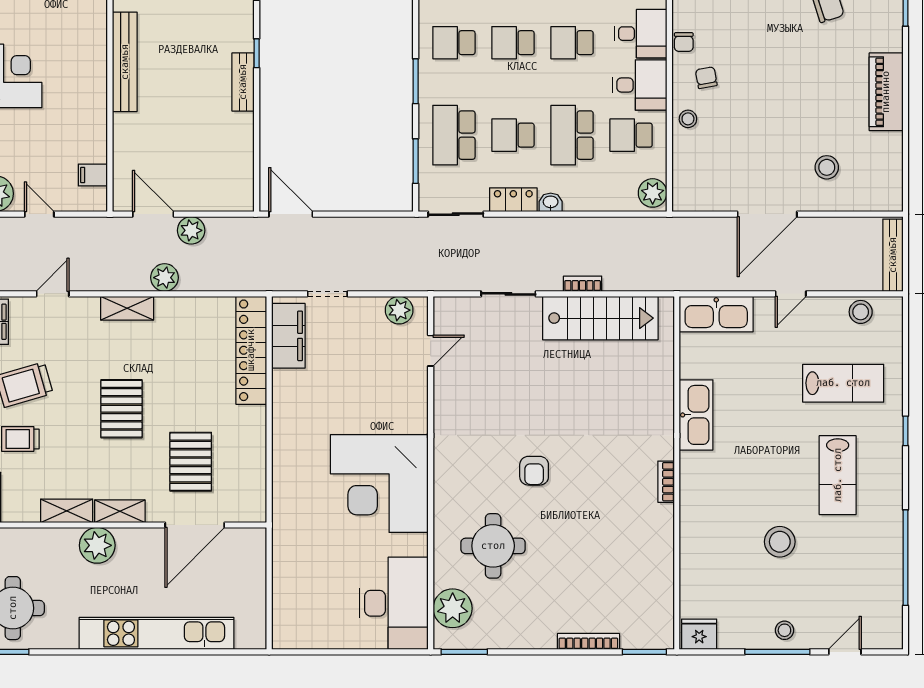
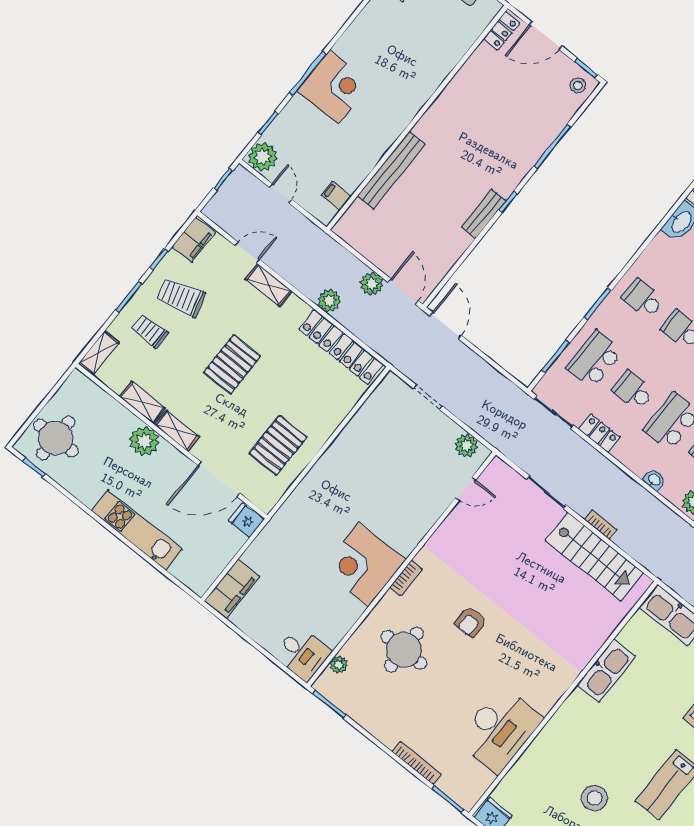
bench: (125, 62) -> (391, 170), moved
washbasin: (551, 202) -> (654, 480), moved
door: (153, 214) -> (403, 291), moved
shelving: (127, 308) -> (269, 285), moved
filing cabinet: (288, 336) -> (232, 589), moved
locker: (251, 350) -> (341, 347), moved, turned -90
pallet: (191, 462) -> (278, 445), moved
bookcase: (666, 482) -> (406, 578), moved, turned 180
corner desk: (379, 484) -> (364, 564), width x0.74, depth x0.74
fridge: (250, 543) -> (246, 520), added
desk: (641, 549) -> (500, 730), added
desk: (394, 603) -> (302, 653), width x0.53, depth x0.77
plant: (453, 608) -> (339, 665), width x0.53, depth x0.53
kitchen unit: (157, 633) -> (137, 530), width x0.73

